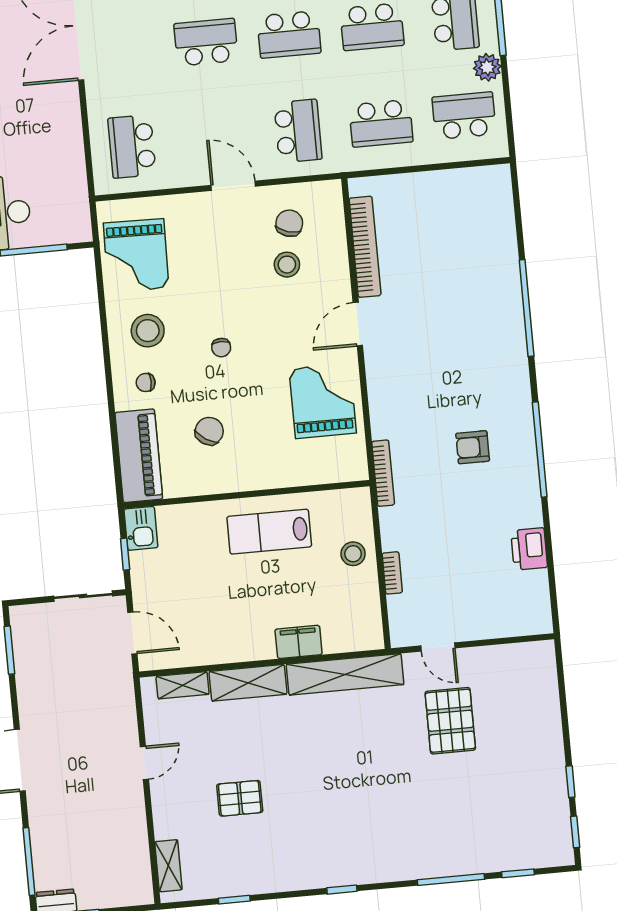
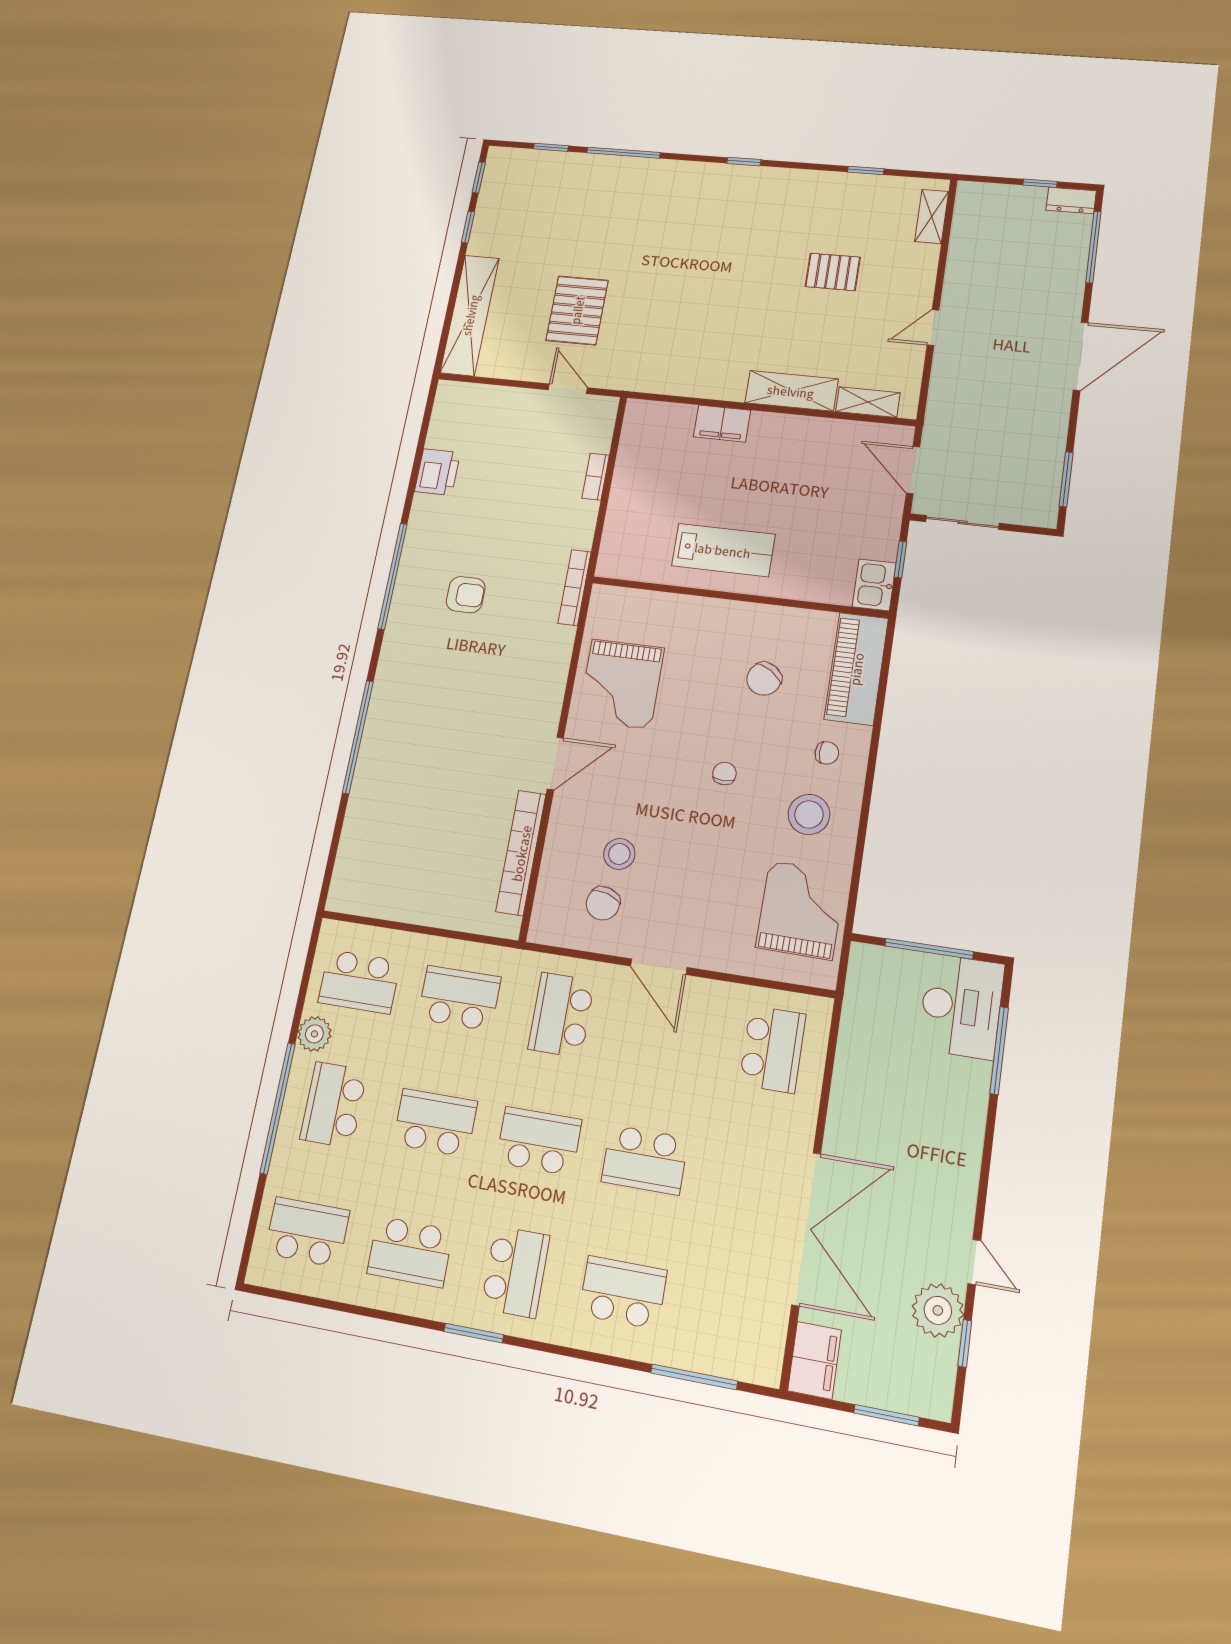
stool: (353, 554) -> (634, 506), removed
shelving: (345, 674) -> (470, 315), moved, turned 90

